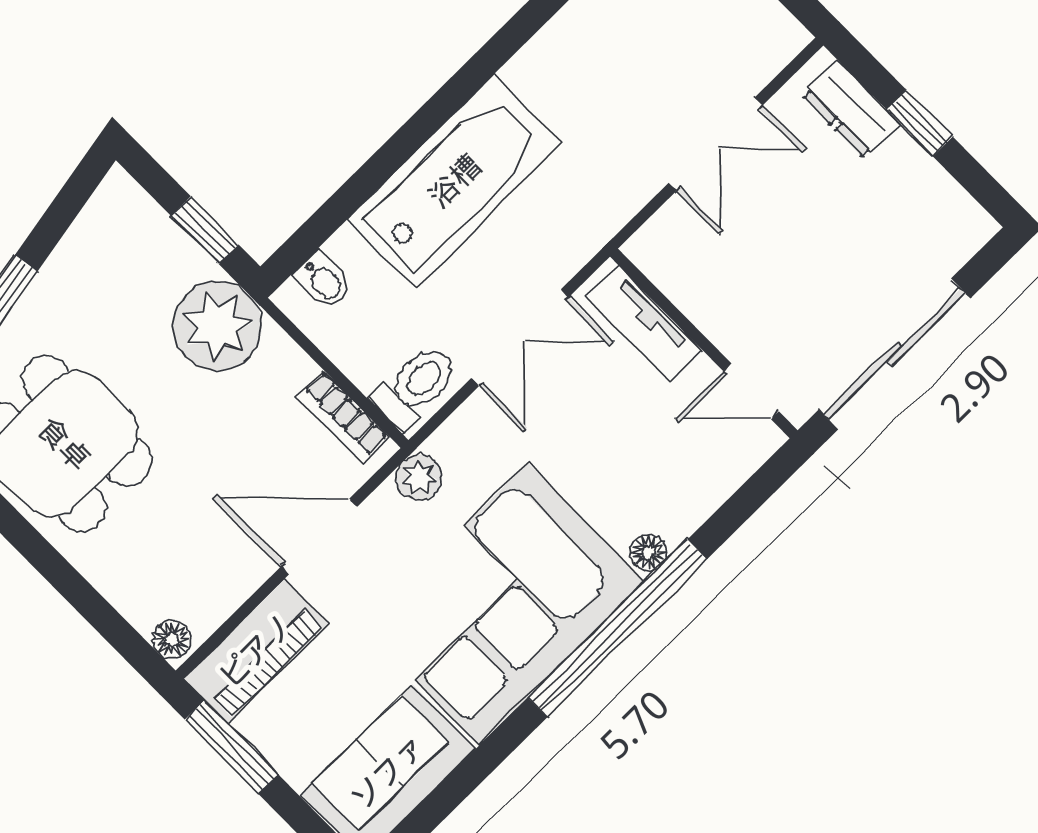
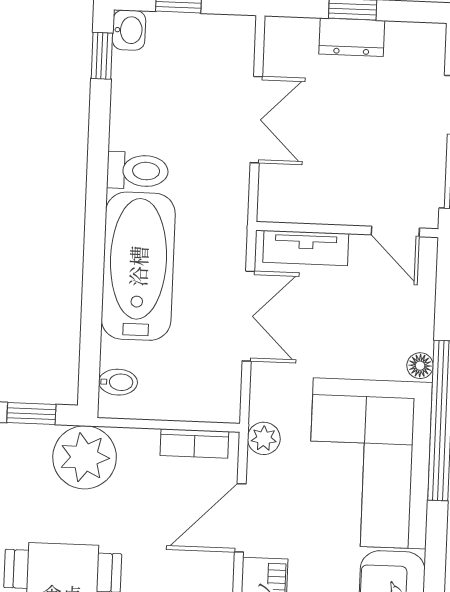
dresser: (851, 109) -> (352, 37), moved
toilet: (415, 387) -> (138, 171), moved, turned 90
door: (751, 391) -> (395, 231), hinge flipped

